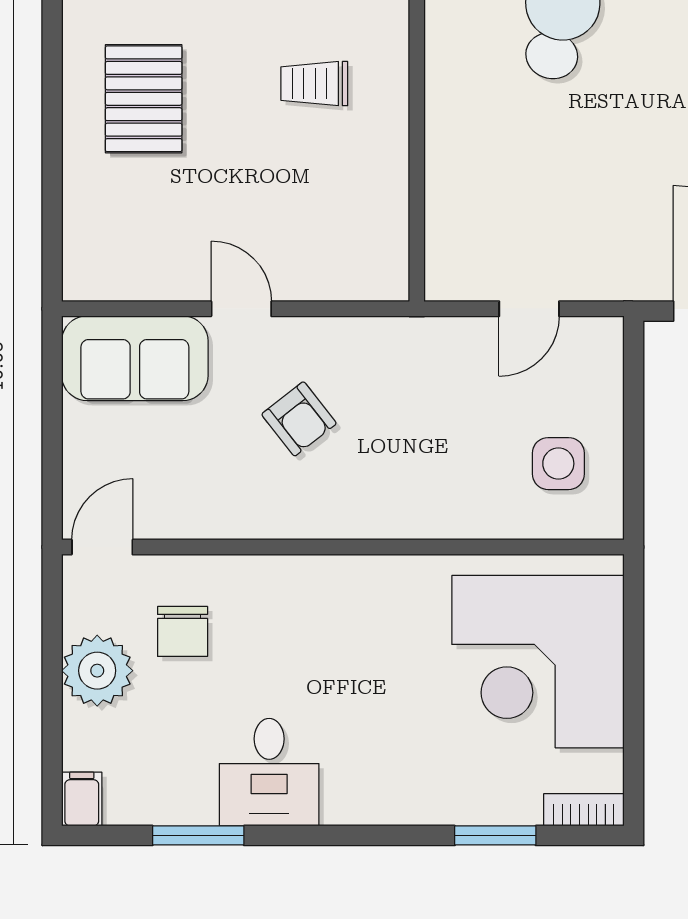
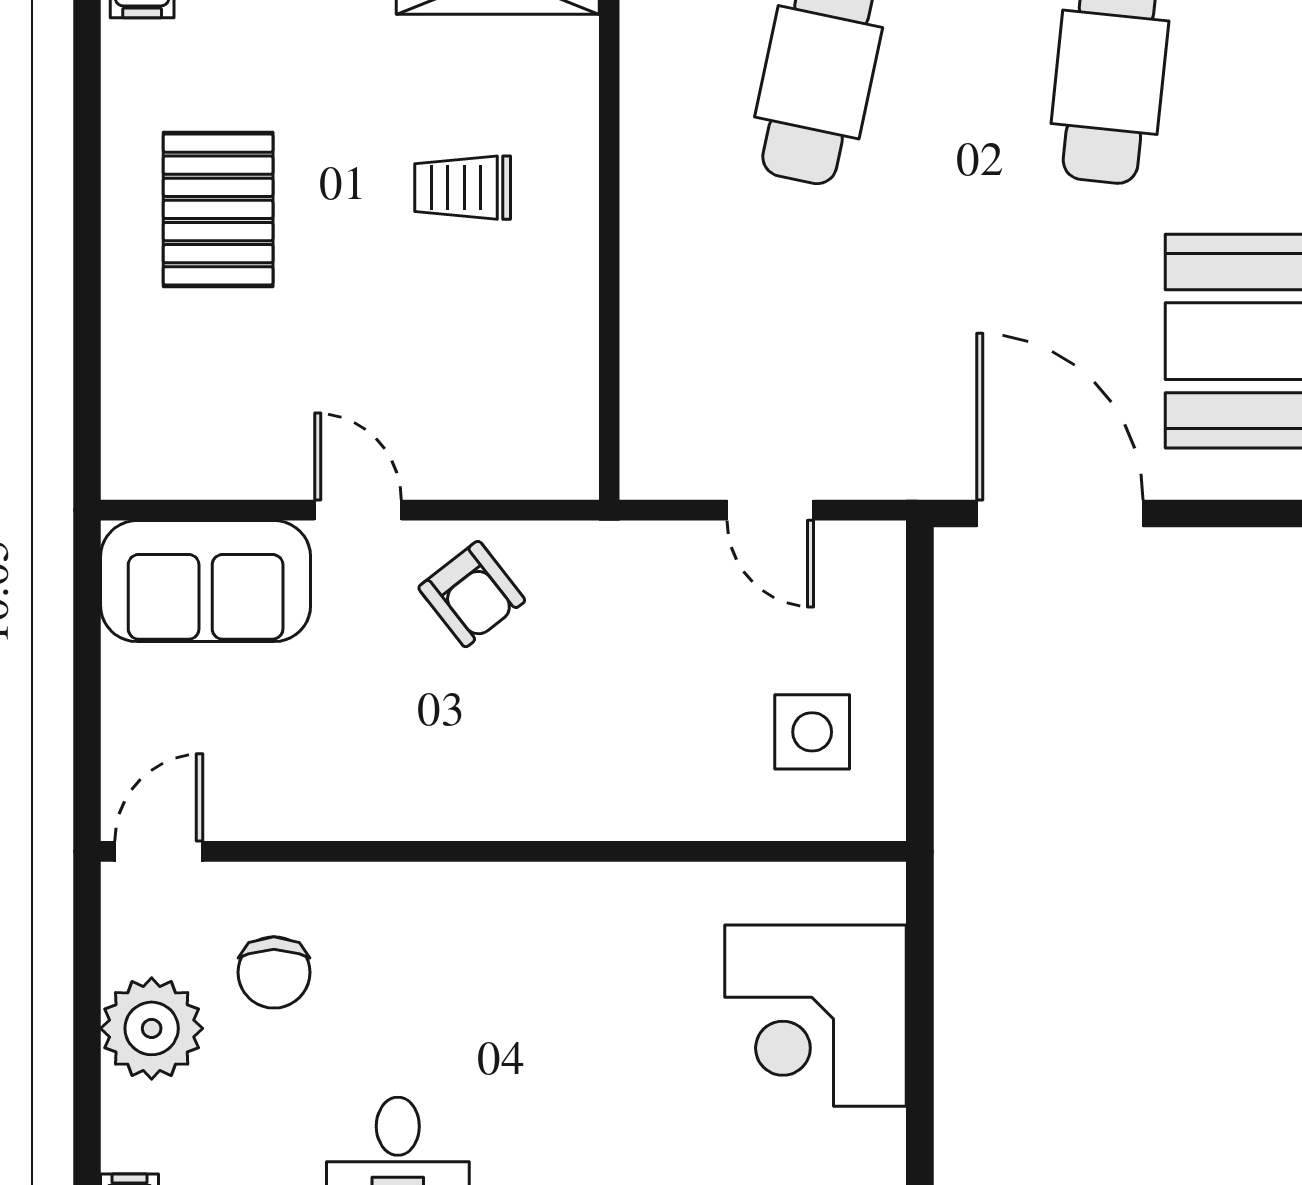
door: (529, 309) -> (770, 510), hinge flipped
armchair: (299, 419) -> (472, 594), moved
corner desk: (538, 662) -> (816, 1016), width x0.74, depth x0.74

